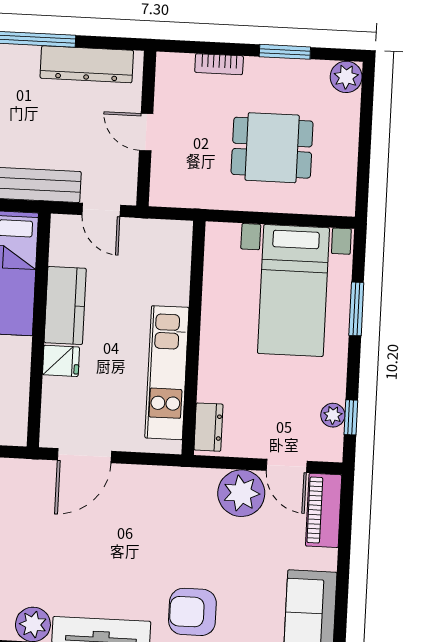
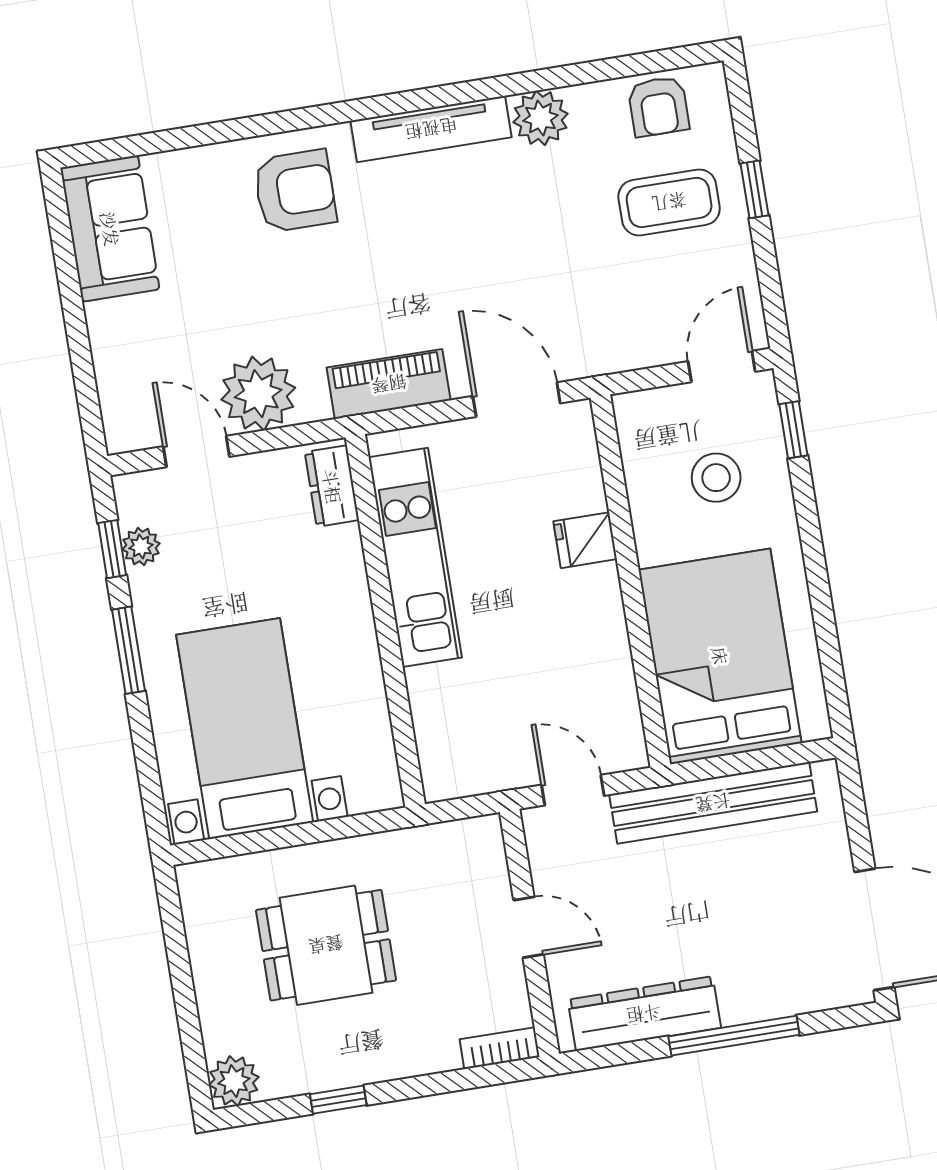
window: (285, 52) -> (338, 1100), width x0.67
bookcase: (219, 64) -> (500, 1048), moved
kitchen counter: (65, 305) -> (597, 628), removed
window: (356, 309) -> (128, 650), moved
door: (84, 456) -> (517, 400), hinge flipped
piano: (324, 510) -> (389, 384), moved, turned -90

